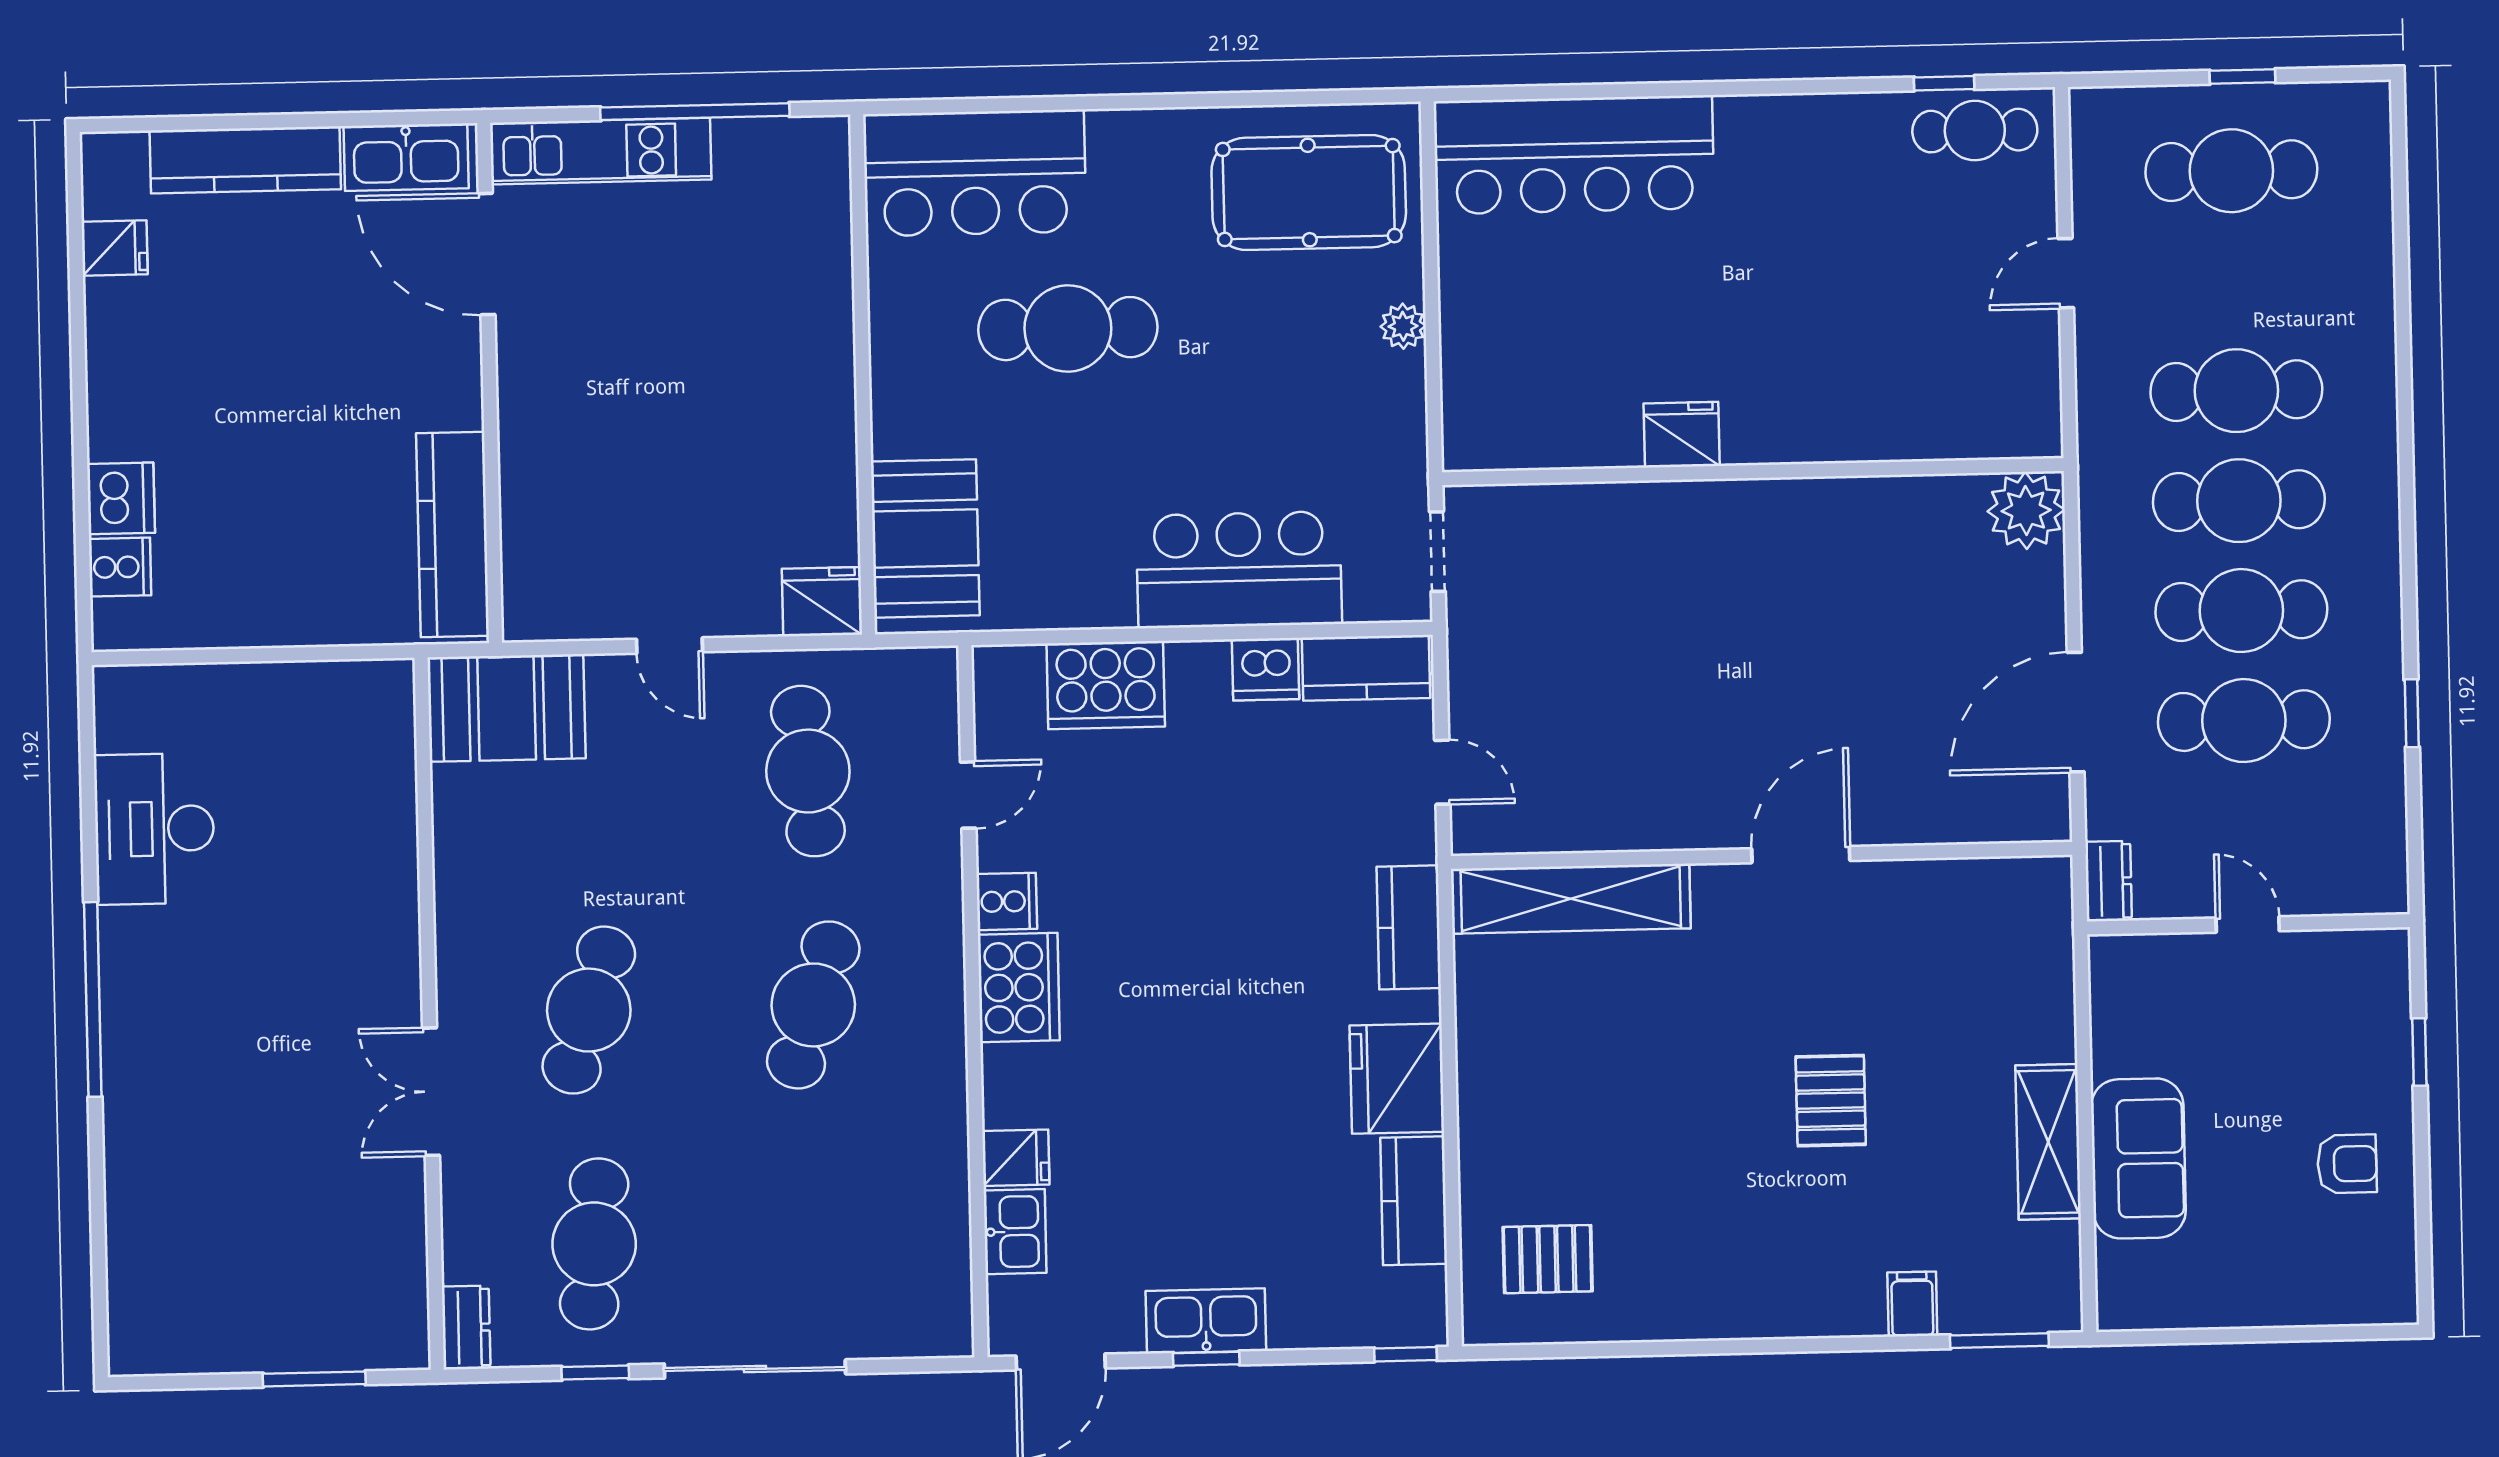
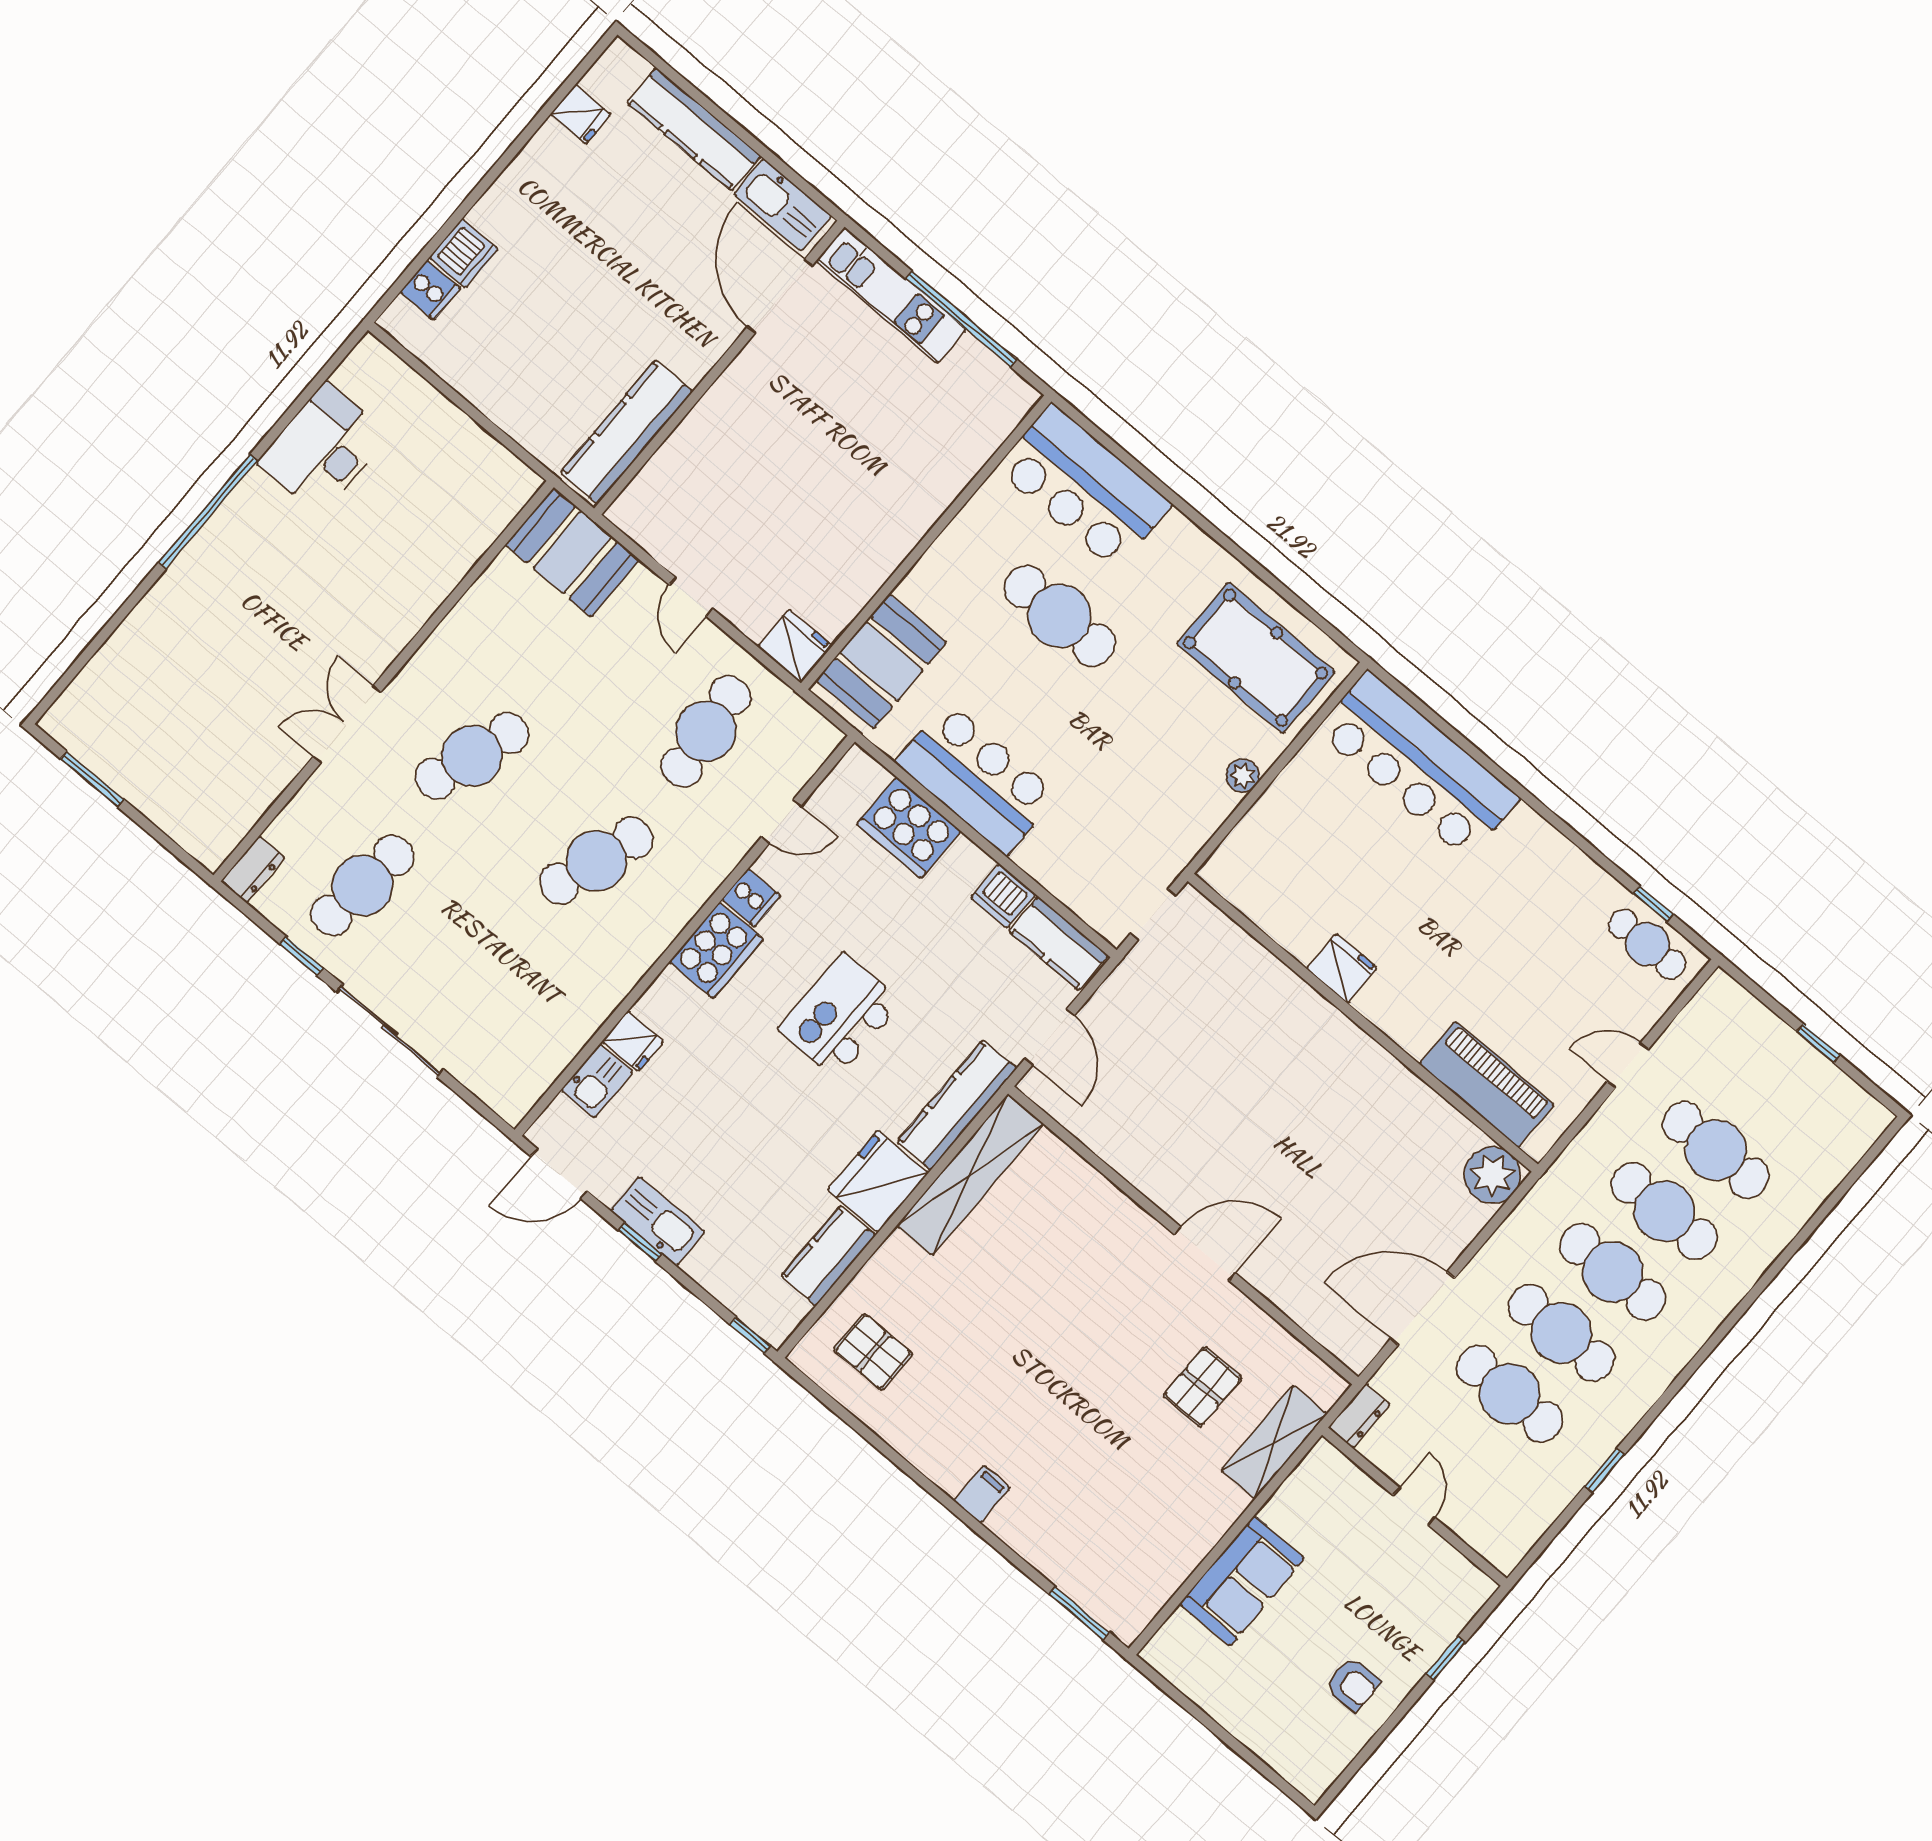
cafe table: (2231, 171) -> (1716, 1150), moved
piano: (1937, 422) -> (1487, 1084), added
bar counter: (1239, 570) -> (977, 778), moved
door: (1442, 772) -> (1050, 1037), width x1.38
shelving: (1571, 899) -> (970, 1175), moved, turned 90
kitchen counter: (1409, 927) -> (957, 1105), width x1.50
kitchen island: (1206, 942) -> (840, 1015), added
pallet: (1831, 1101) -> (1202, 1387), moved
shelving: (2048, 1142) -> (1274, 1442), moved
filing cabinet: (1912, 1304) -> (982, 1494), moved
window: (314, 1379) -> (92, 779), moved

